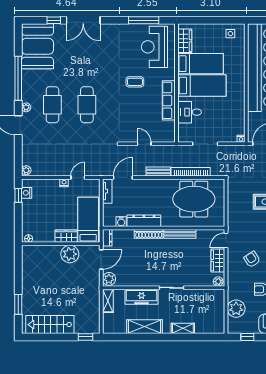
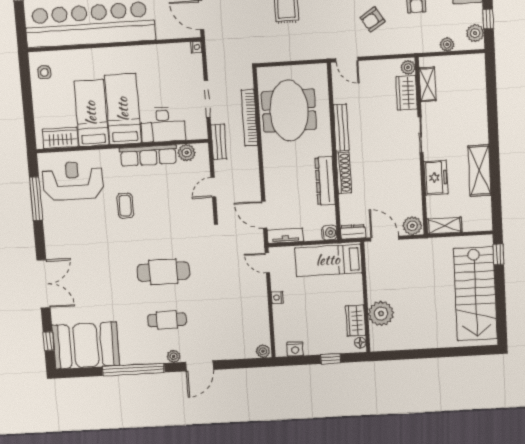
window: (54, 20) -> (49, 341), moved
reception desk: (154, 47) -> (73, 181), turned 180
cafe table: (52, 105) -> (167, 320), width x0.73, depth x0.74
desk: (190, 112) -> (163, 125), width x1.37
plant: (169, 127) -> (187, 153), added
bench: (158, 172) -> (219, 142), moved
door: (78, 177) -> (267, 263), moved
window: (18, 195) -> (331, 359), moved
water cooler: (121, 222) -> (329, 233), moved
wardrobe: (66, 236) -> (356, 321), moved
plant: (70, 254) -> (381, 314), moved
wardrobe: (218, 260) -> (407, 93), moved, turned 90
freezer: (141, 297) -> (436, 178), width x0.71
window: (18, 304) -> (456, 352), removed
plant: (236, 309) -> (447, 44), width x0.53, depth x0.53
stairs: (50, 325) -> (475, 294), width x1.36, depth x1.51
shelving: (183, 328) -> (428, 84), moved
plant: (238, 328) -> (475, 33), added

